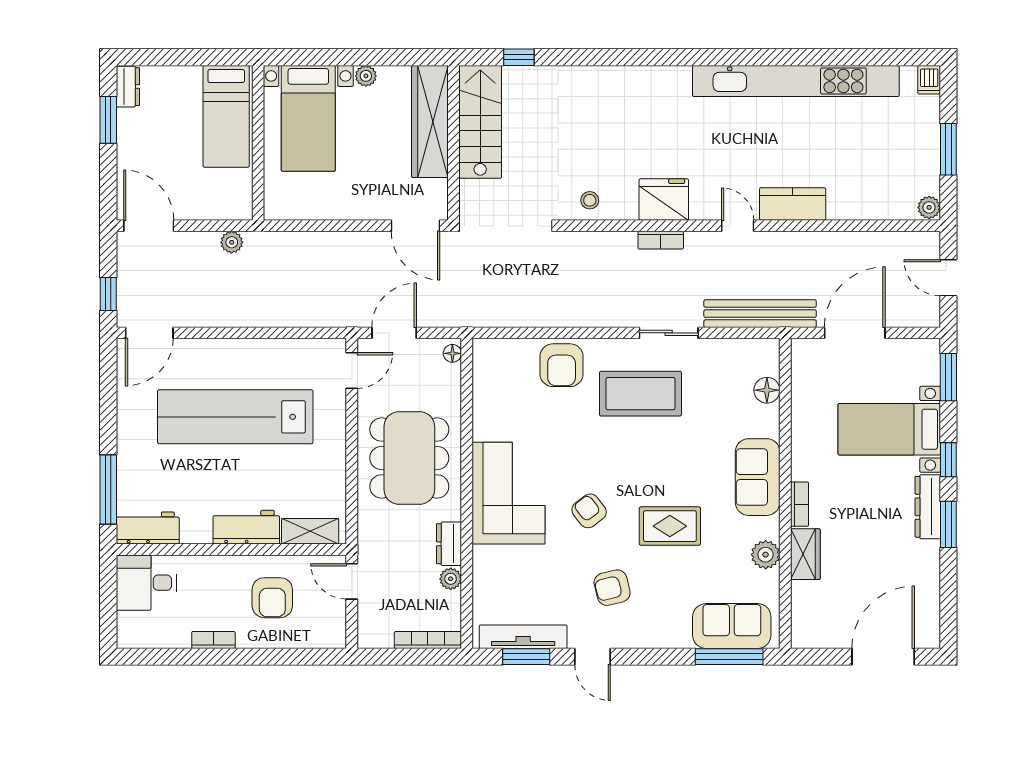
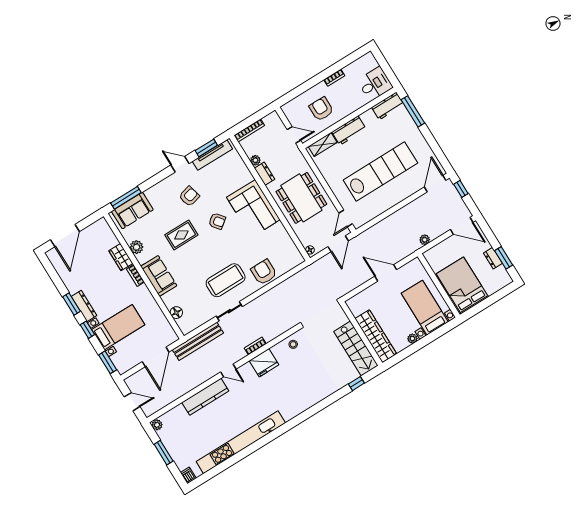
dresser: (128, 87) -> (493, 258), moved
bed: (226, 116) -> (462, 285), width x1.50
kitchen counter: (793, 204) -> (205, 397), width x1.50
door: (415, 226) -> (386, 273), moved

